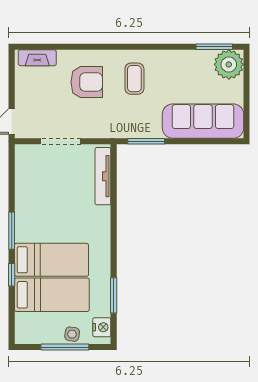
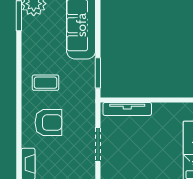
armchair: (87, 82) -> (48, 123), turned 90

